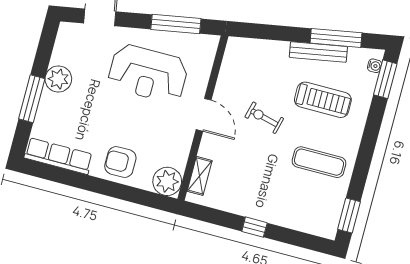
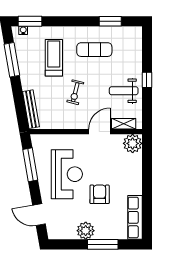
bench: (318, 52) -> (31, 109), moved
door: (204, 115) -> (99, 132), moved
armchair: (120, 162) -> (100, 194), moved, turned 180
exercise mat: (319, 162) -> (94, 50), turned 90
weight bench: (248, 189) -> (124, 91), added
window: (349, 215) -> (110, 21), moved

